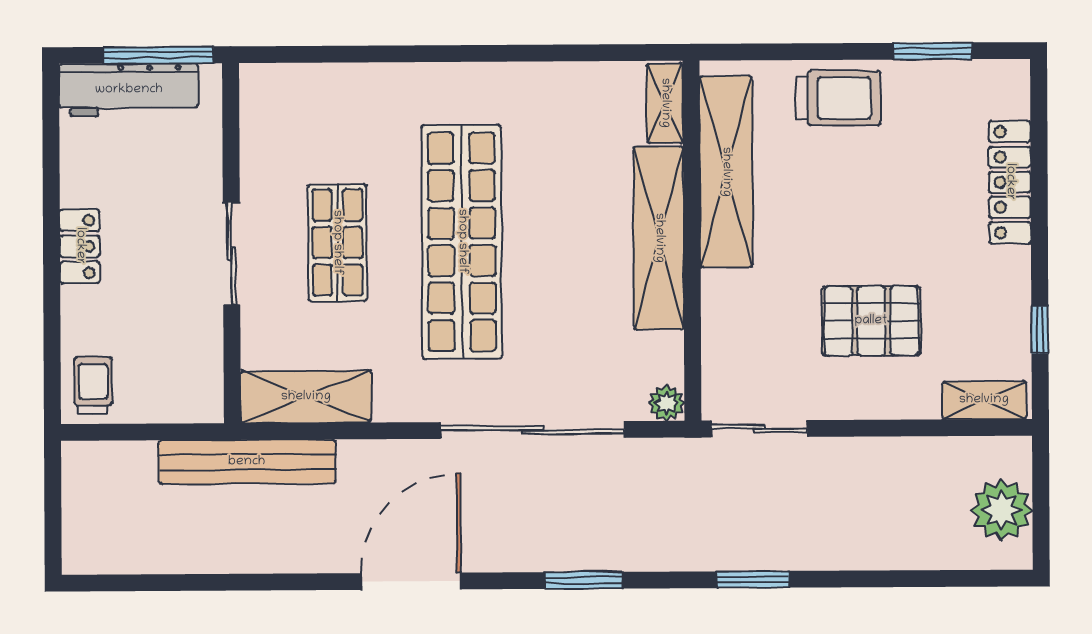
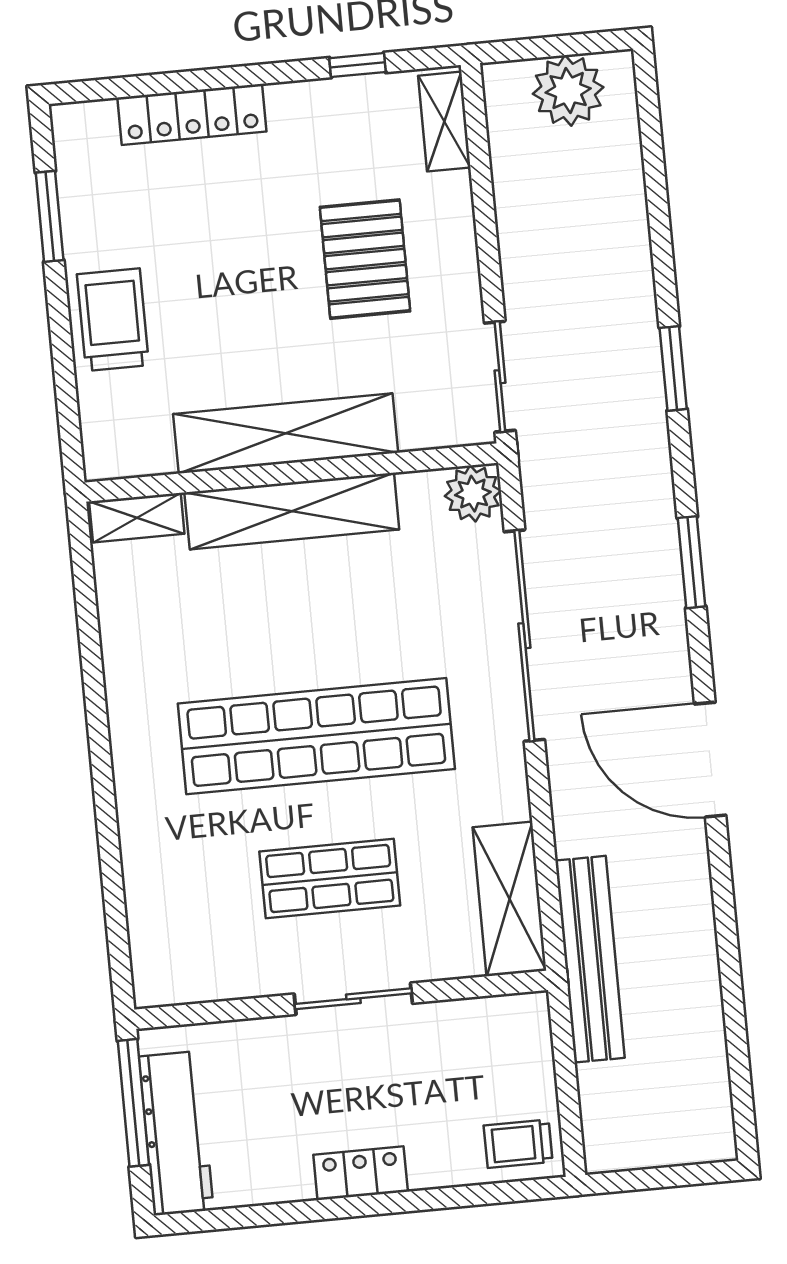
shelving: (726, 172) -> (286, 433), moved
plant: (667, 403) -> (473, 494), width x1.38, depth x1.38

